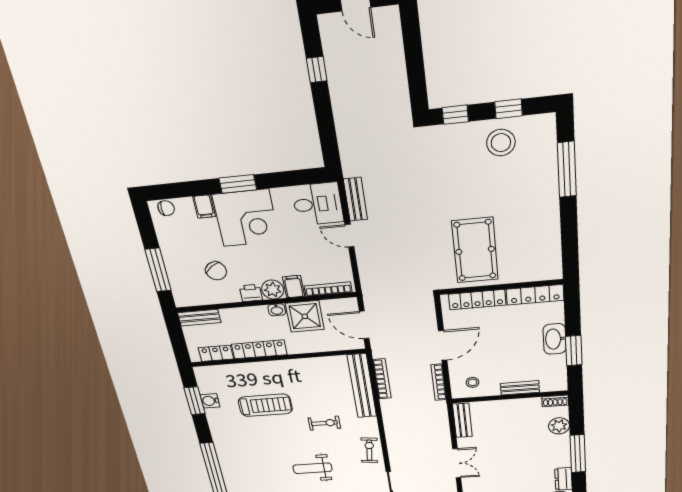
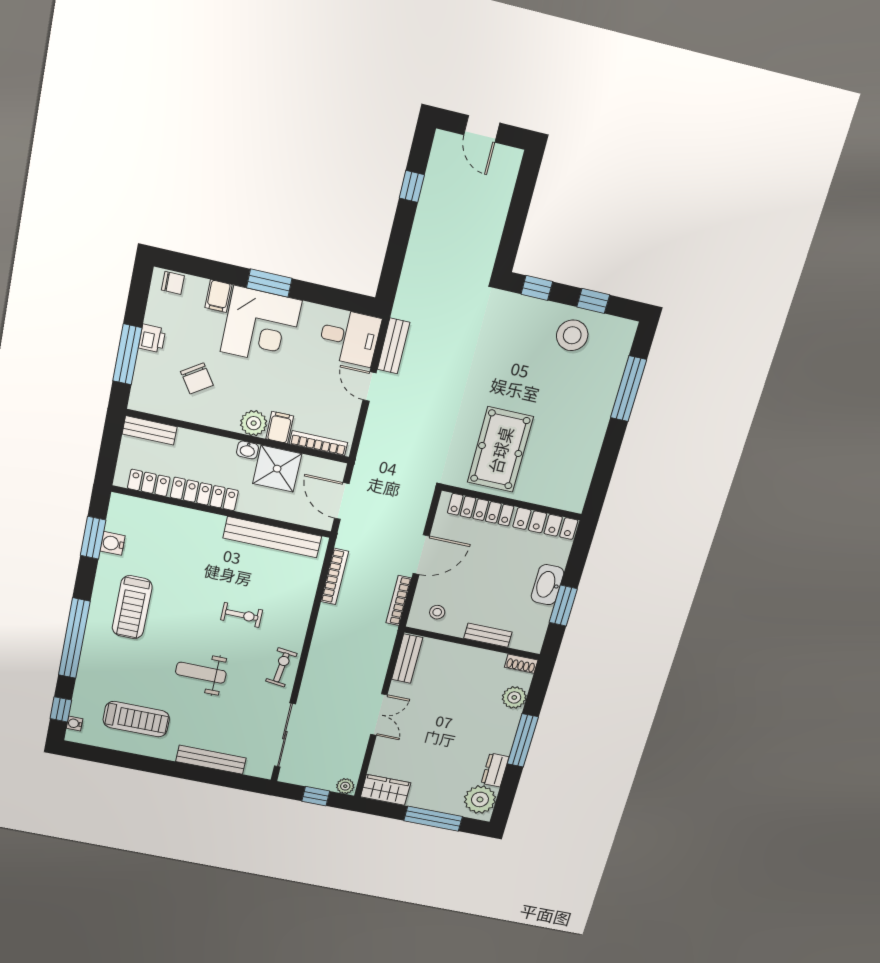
printer: (251, 293) -> (152, 338), moved, turned 90
bench: (362, 386) -> (272, 537), moved, turned 90
treadmill: (265, 405) -> (132, 607), moved, turned 90

